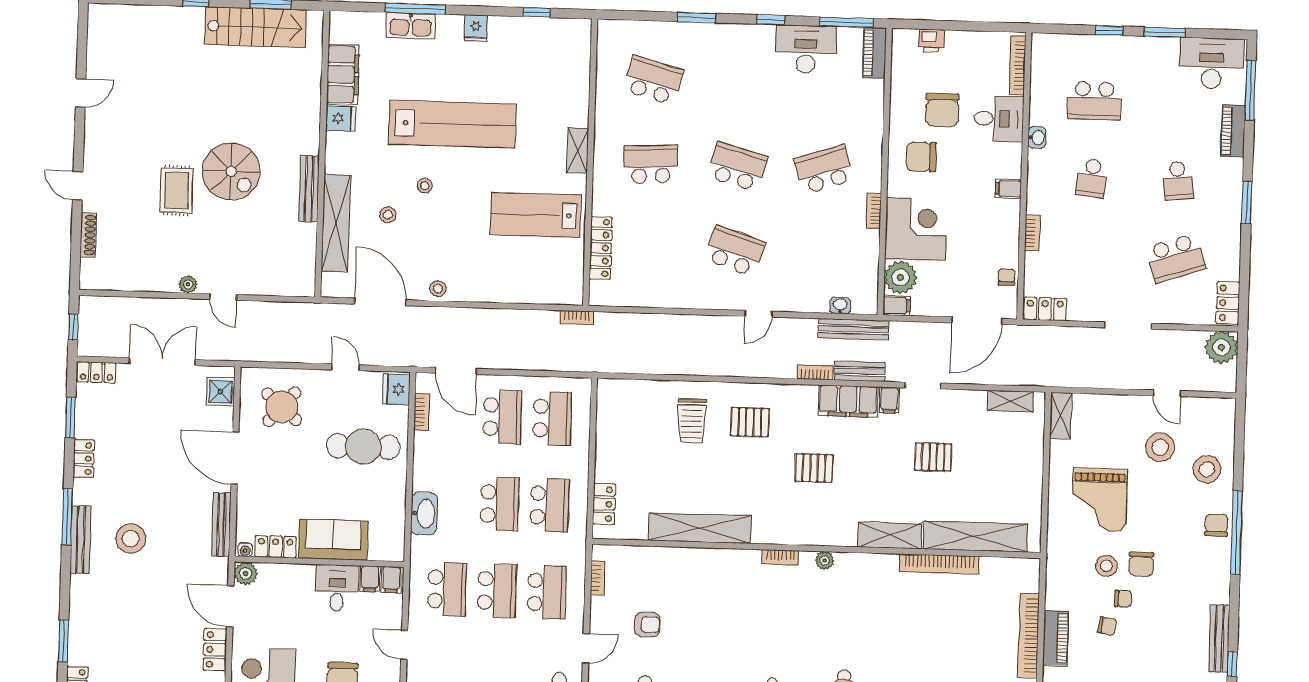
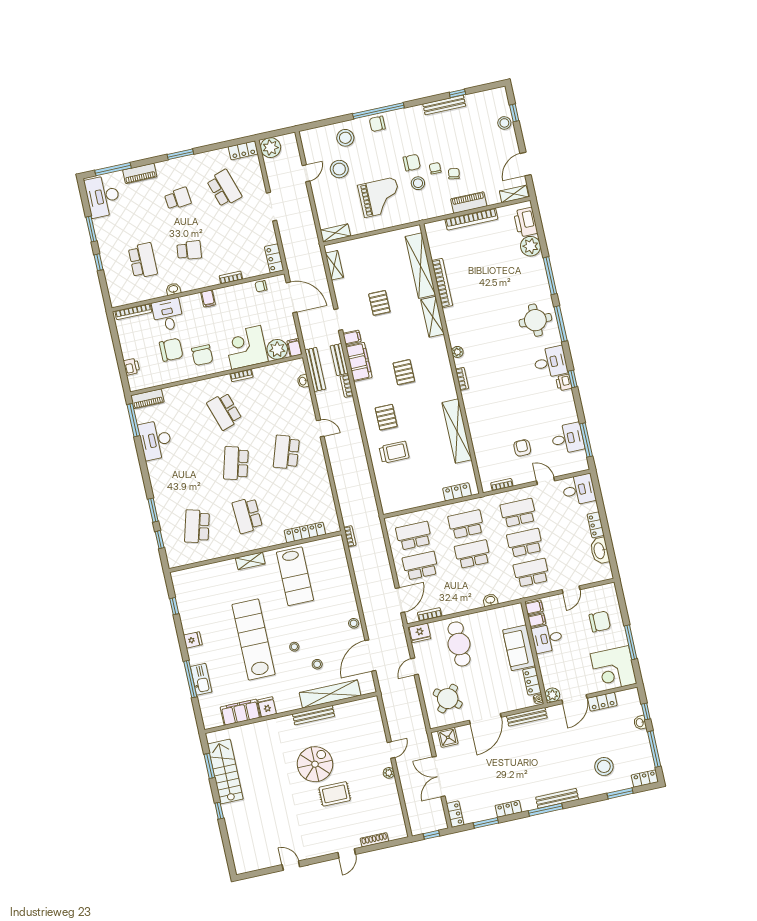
window: (771, 20) -> (160, 540), moved
washbasin: (424, 514) -> (490, 600), width x0.52, depth x0.69
stool: (131, 539) -> (604, 766), moved

